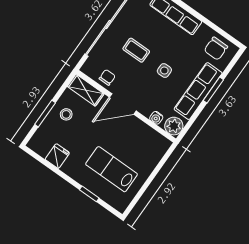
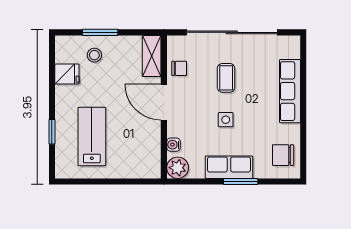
row of seats: (198, 91) -> (229, 167), width x0.68
stool: (66, 114) -> (94, 55), moved

